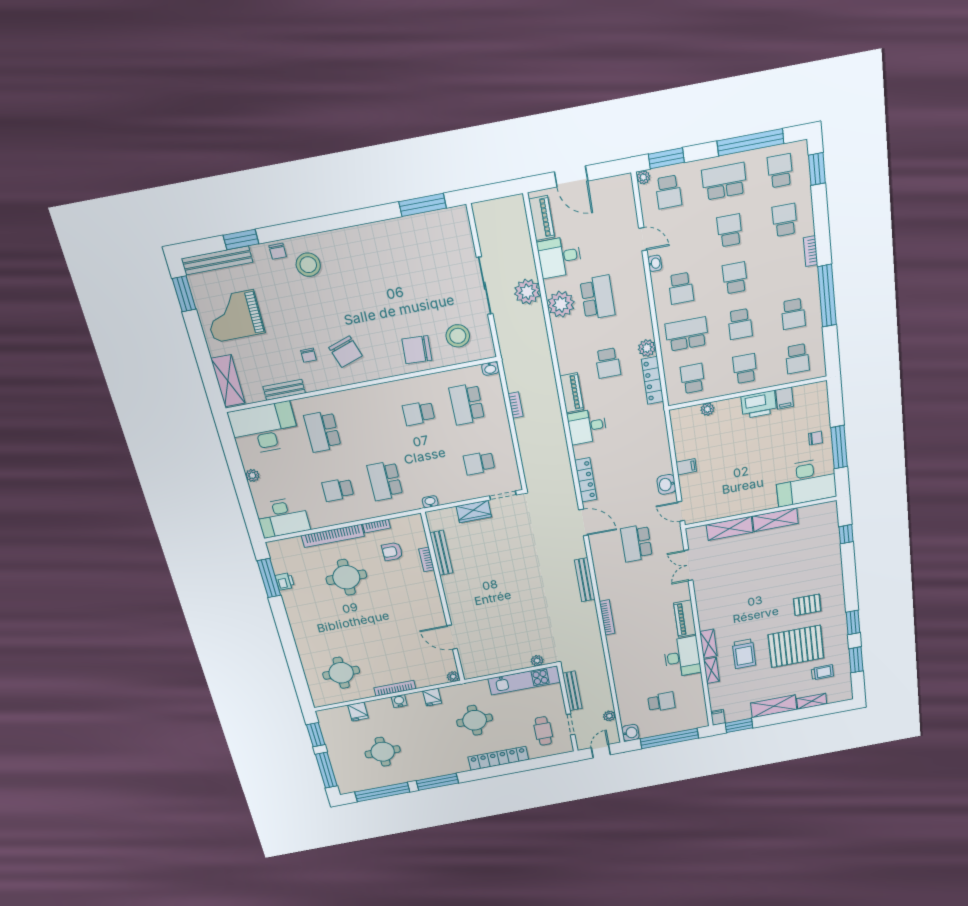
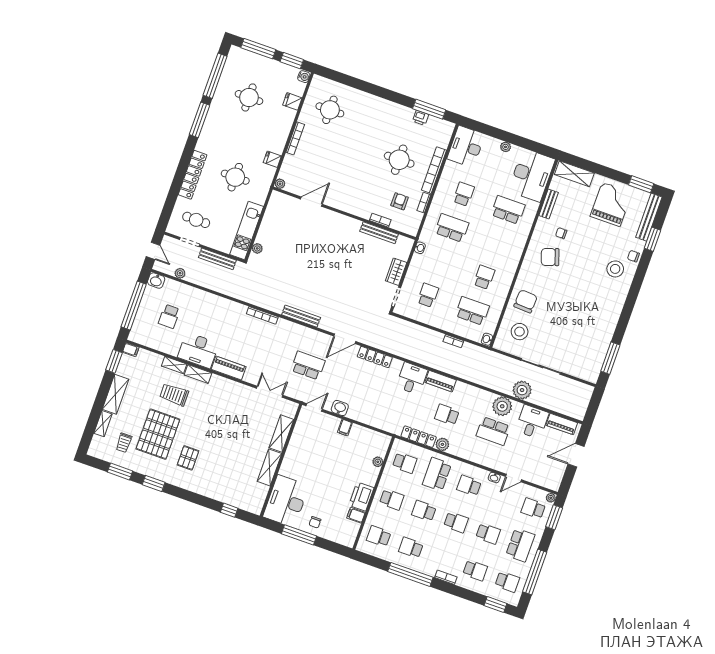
school desk: (687, 334) -> (437, 474), turned 180
water cooler: (399, 701) -> (304, 77), moved

